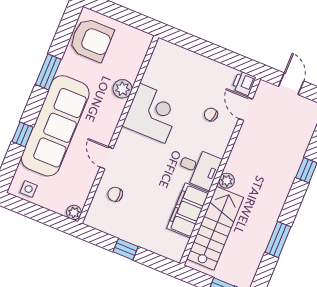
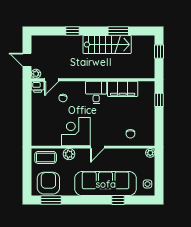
coffee table: (132, 51) -> (46, 157), added
window: (48, 72) -> (51, 200), moved
door: (291, 84) -> (27, 60), hinge flipped
door: (107, 158) -> (97, 147), moved
plant: (227, 181) -> (36, 74), moved
stairs: (215, 228) -> (107, 45), moved, turned 180
window: (126, 249) -> (159, 100), moved

